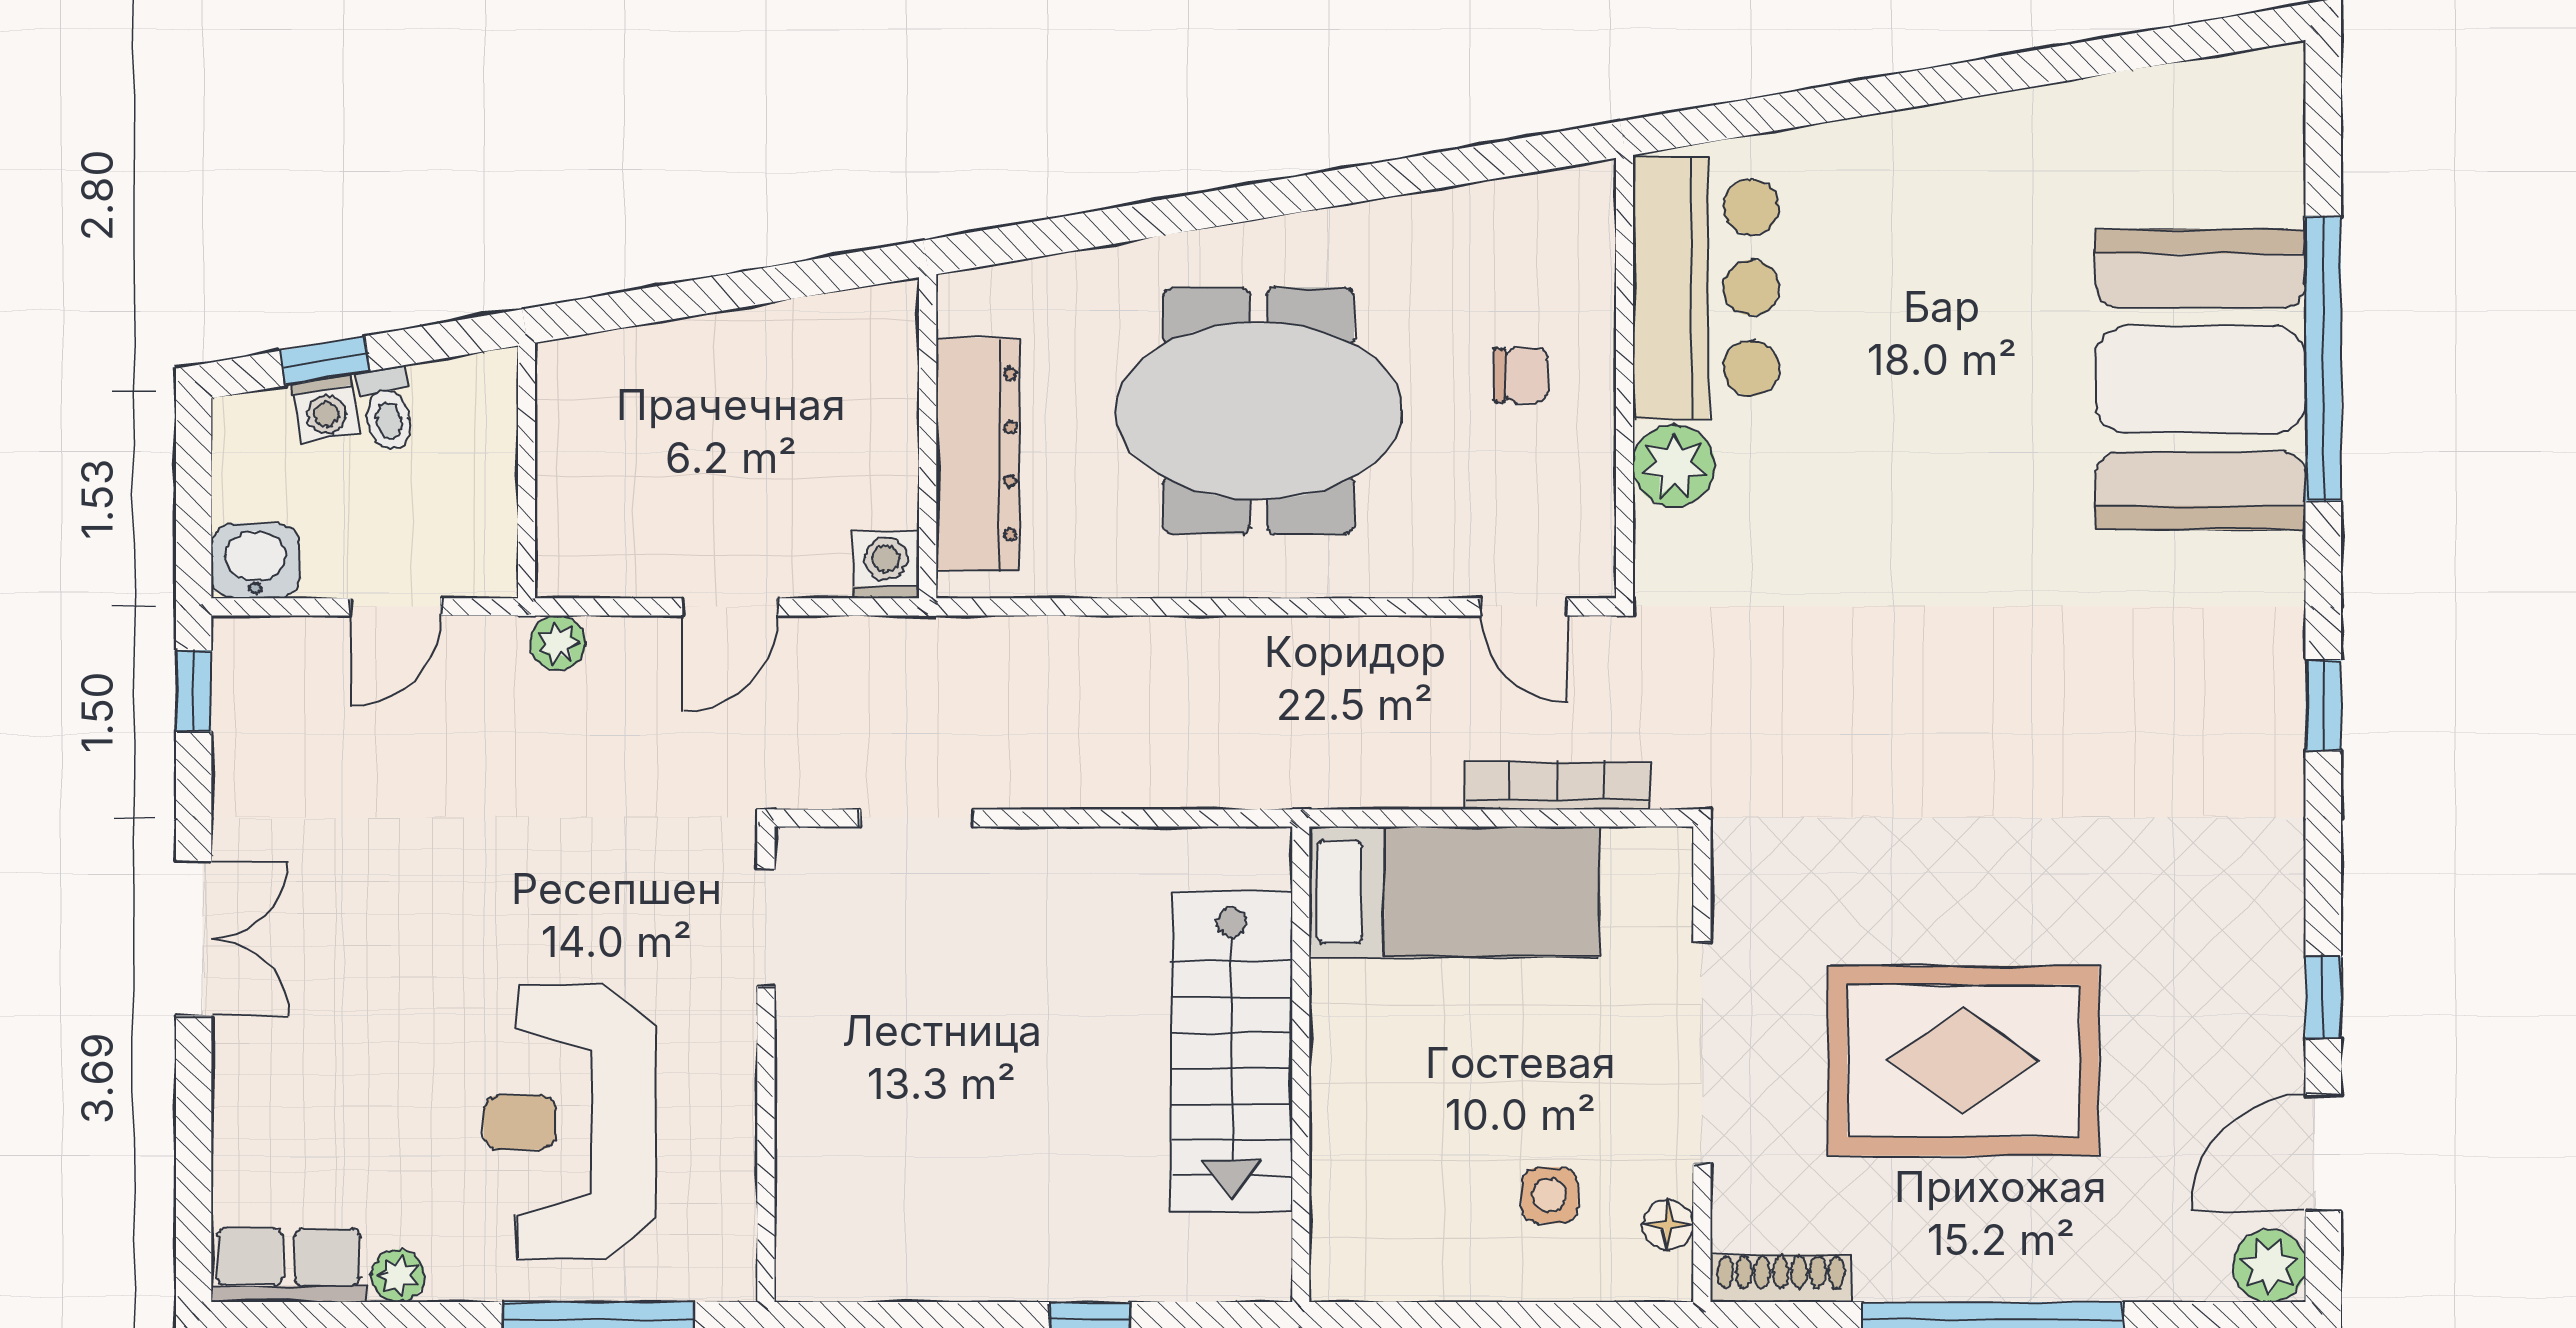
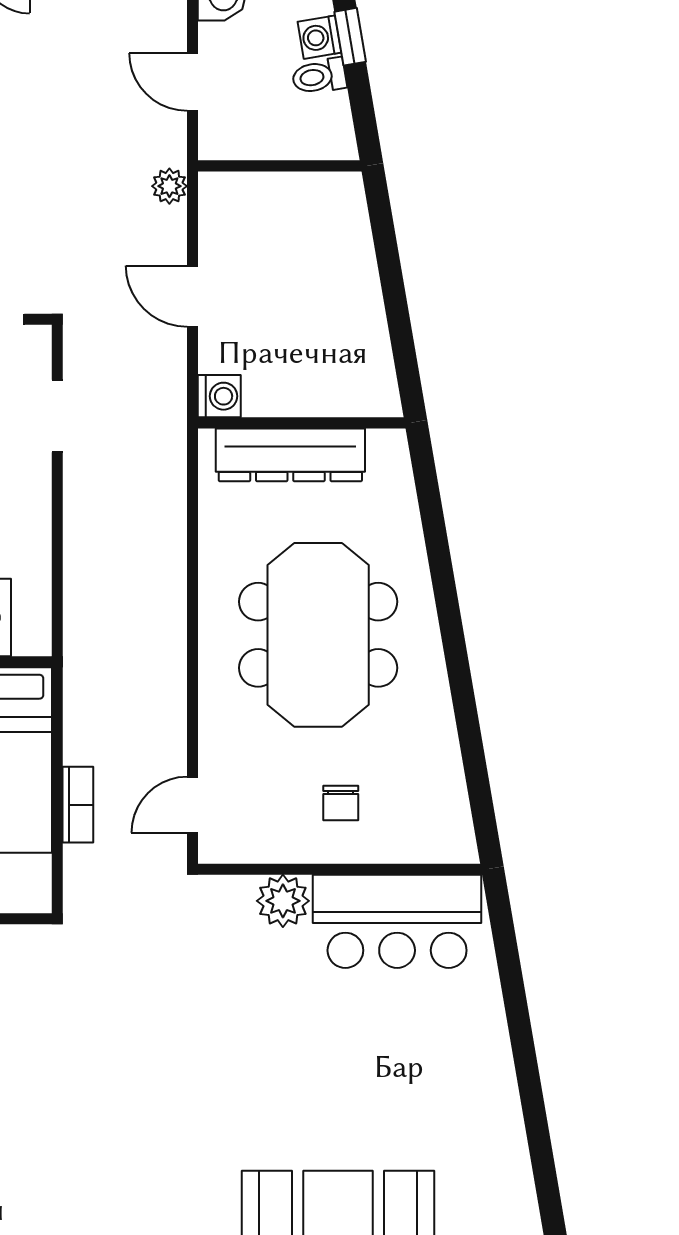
bookcase: (1557, 786) -> (78, 805), width x0.64

